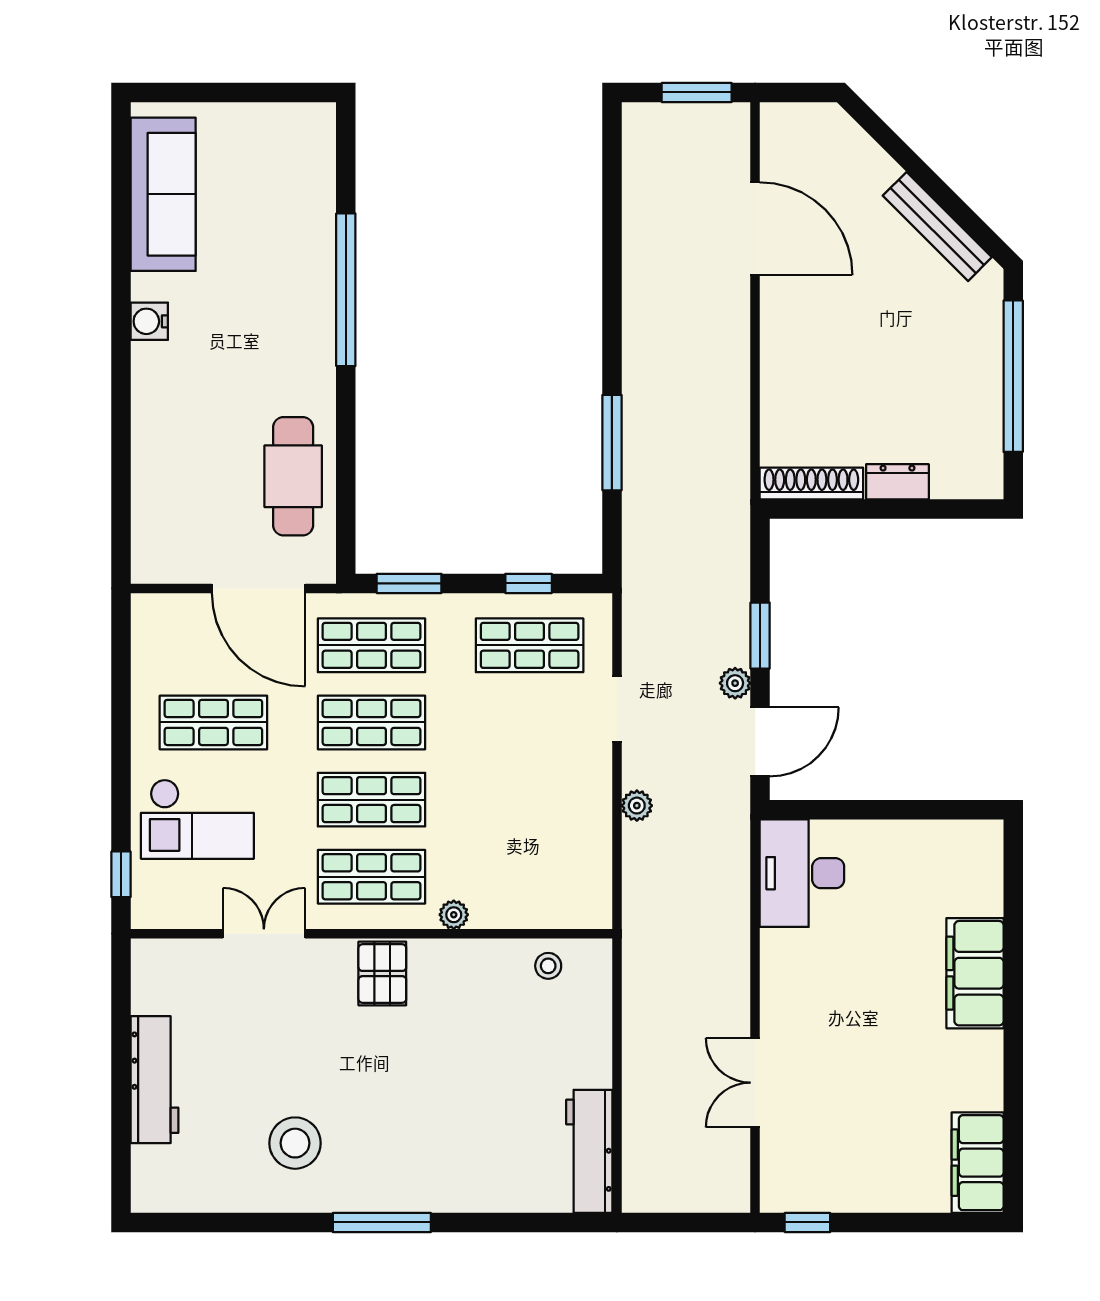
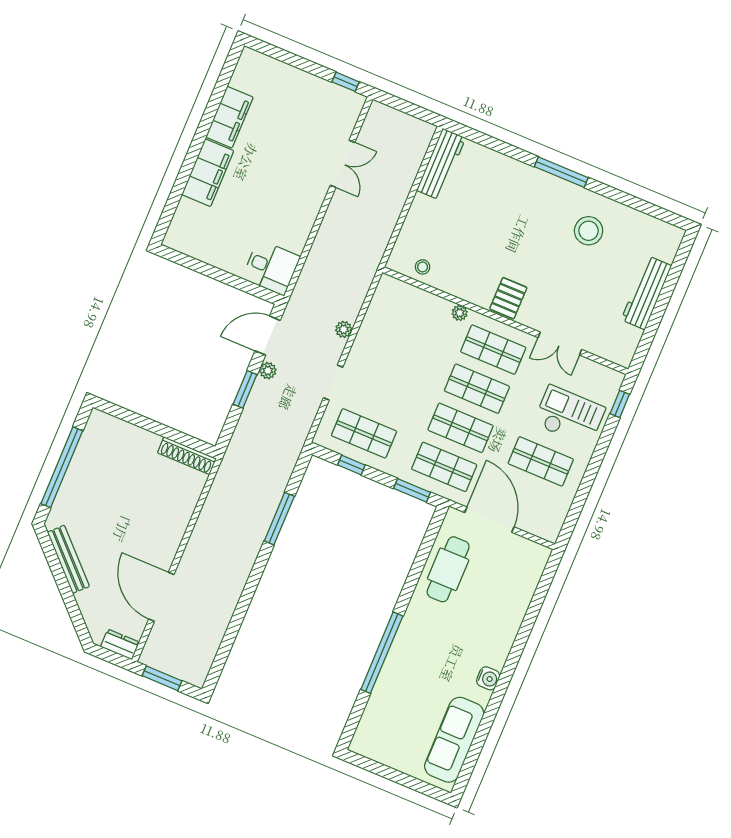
dresser: (897, 482) -> (120, 644), moved, turned 180
desk: (802, 873) -> (271, 267), width x0.73
filing cabinet: (978, 1163) -> (229, 117), moved

